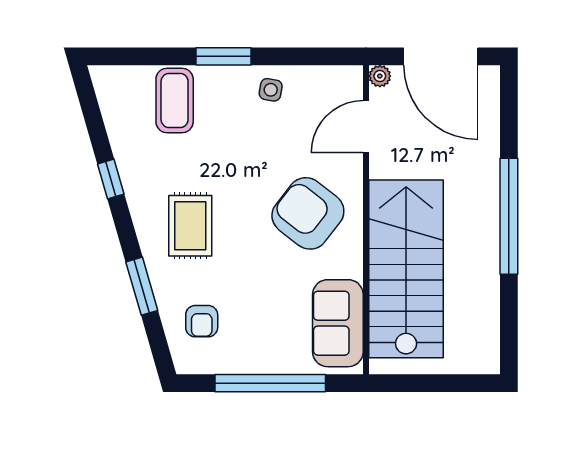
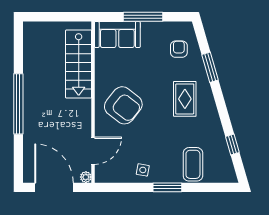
window: (111, 179) -> (232, 145), moved
stairs: (406, 269) -> (79, 64), width x0.73, depth x0.66
sofa: (338, 323) -> (117, 35), moved, turned 90
window: (270, 383) -> (143, 17), width x0.68

